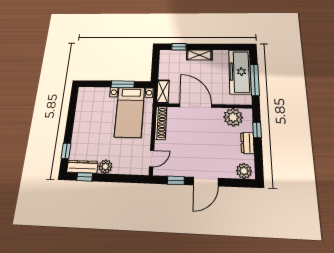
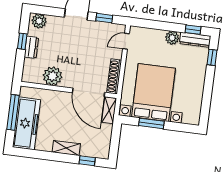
door: (196, 106) -> (88, 92), moved
bed with nightstands: (130, 112) -> (153, 93), width x1.36
plant: (233, 117) -> (53, 76), moved
window: (257, 130) -> (22, 41), moved

